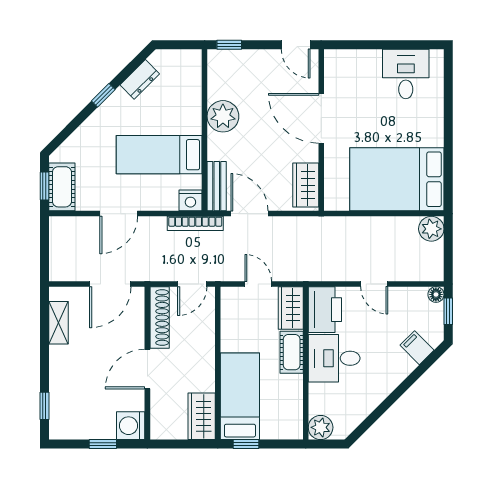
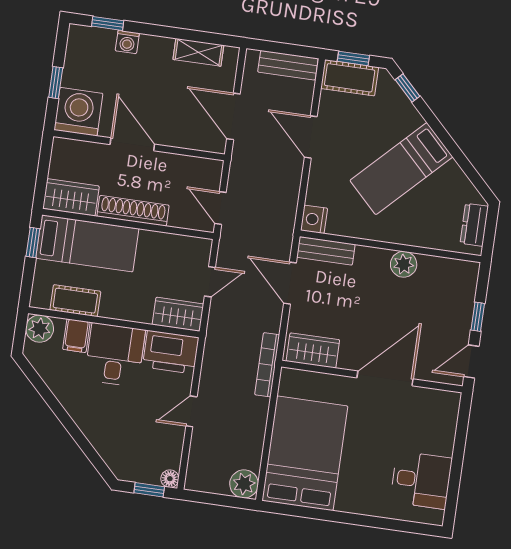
window: (229, 45) -> (478, 317), moved
dresser: (140, 79) -> (474, 225), moved, turned 45
window: (103, 95) -> (407, 88), moved
plant: (223, 116) -> (404, 264), width x0.73, depth x0.73
bed: (159, 155) -> (401, 169), moved, turned -135
door: (249, 214) -> (290, 283), swing flipped
bookcase: (195, 223) -> (267, 365), moved
bench: (59, 243) -> (288, 65), added
shoe rack: (160, 318) -> (133, 211), moved, turned 180
filing cabinet: (417, 348) -> (76, 336), moved, turned 135
cot: (292, 352) -> (75, 301), moved
washing machine: (58, 386) -> (127, 42), added
washing machine: (131, 426) -> (78, 112), width x1.37, depth x1.37

